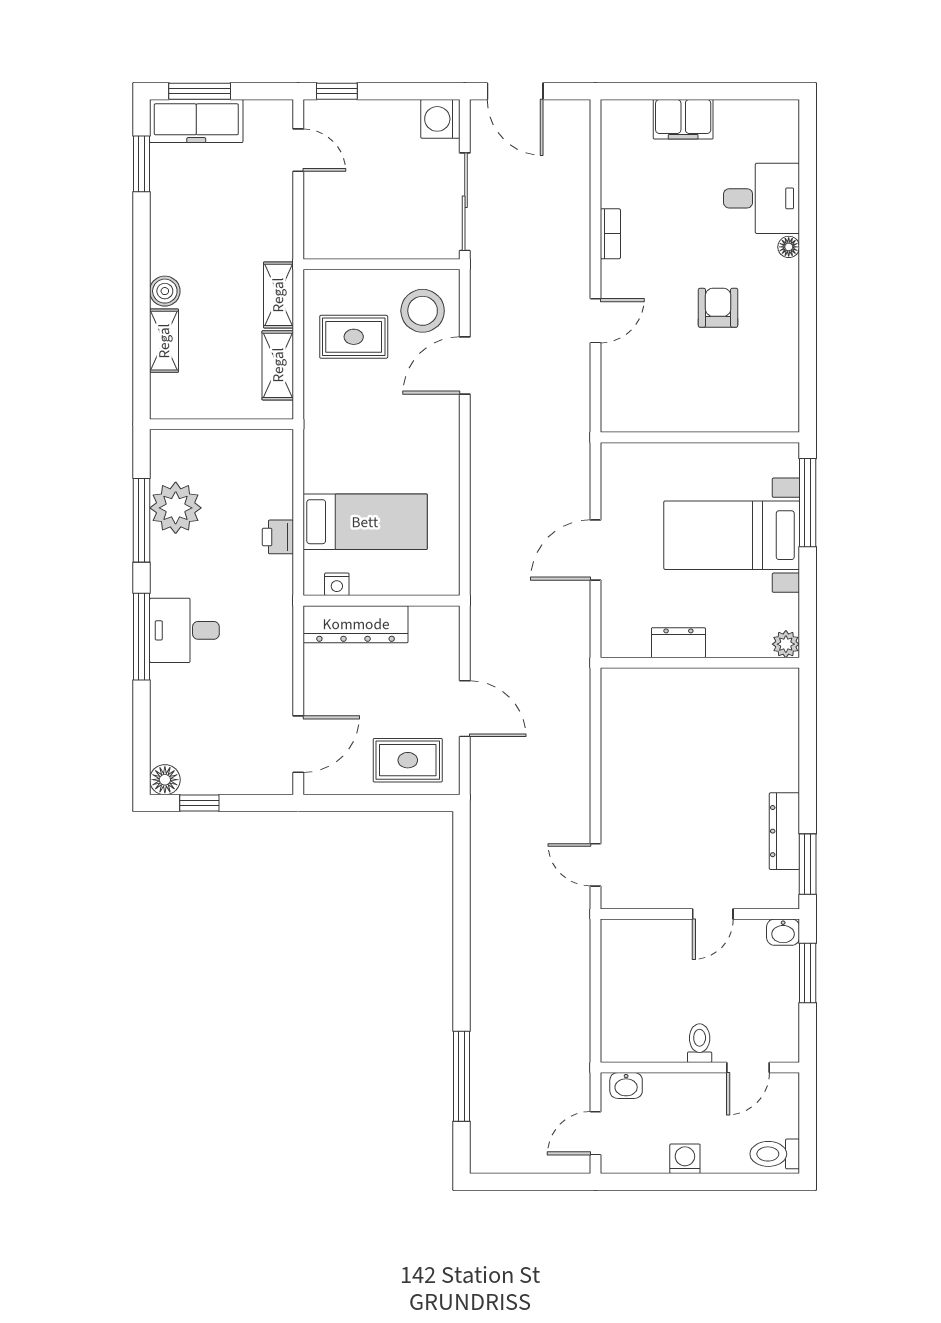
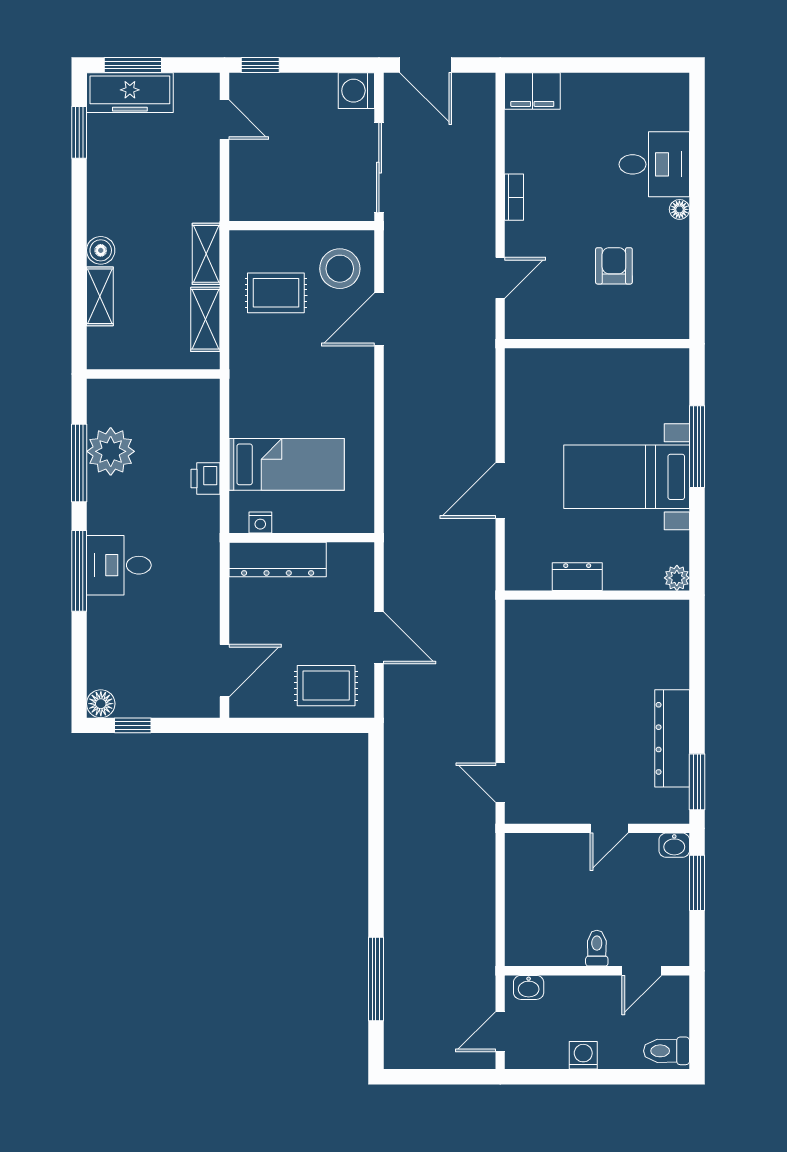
filing cabinet: (683, 119) -> (532, 91), moved
wall: (700, 437) -> (597, 344), moved
dresser: (784, 831) -> (672, 738), width x1.37, depth x1.24

